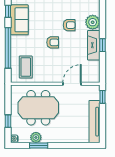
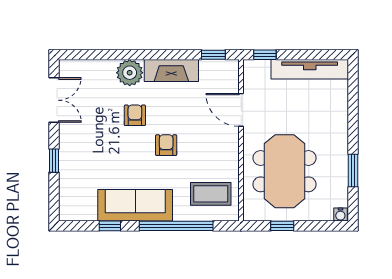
sofa: (19, 20) -> (135, 205), width x1.36
window: (102, 45) -> (213, 55), moved
window: (8, 121) -> (282, 226), moved
plant: (36, 137) -> (338, 175), removed

